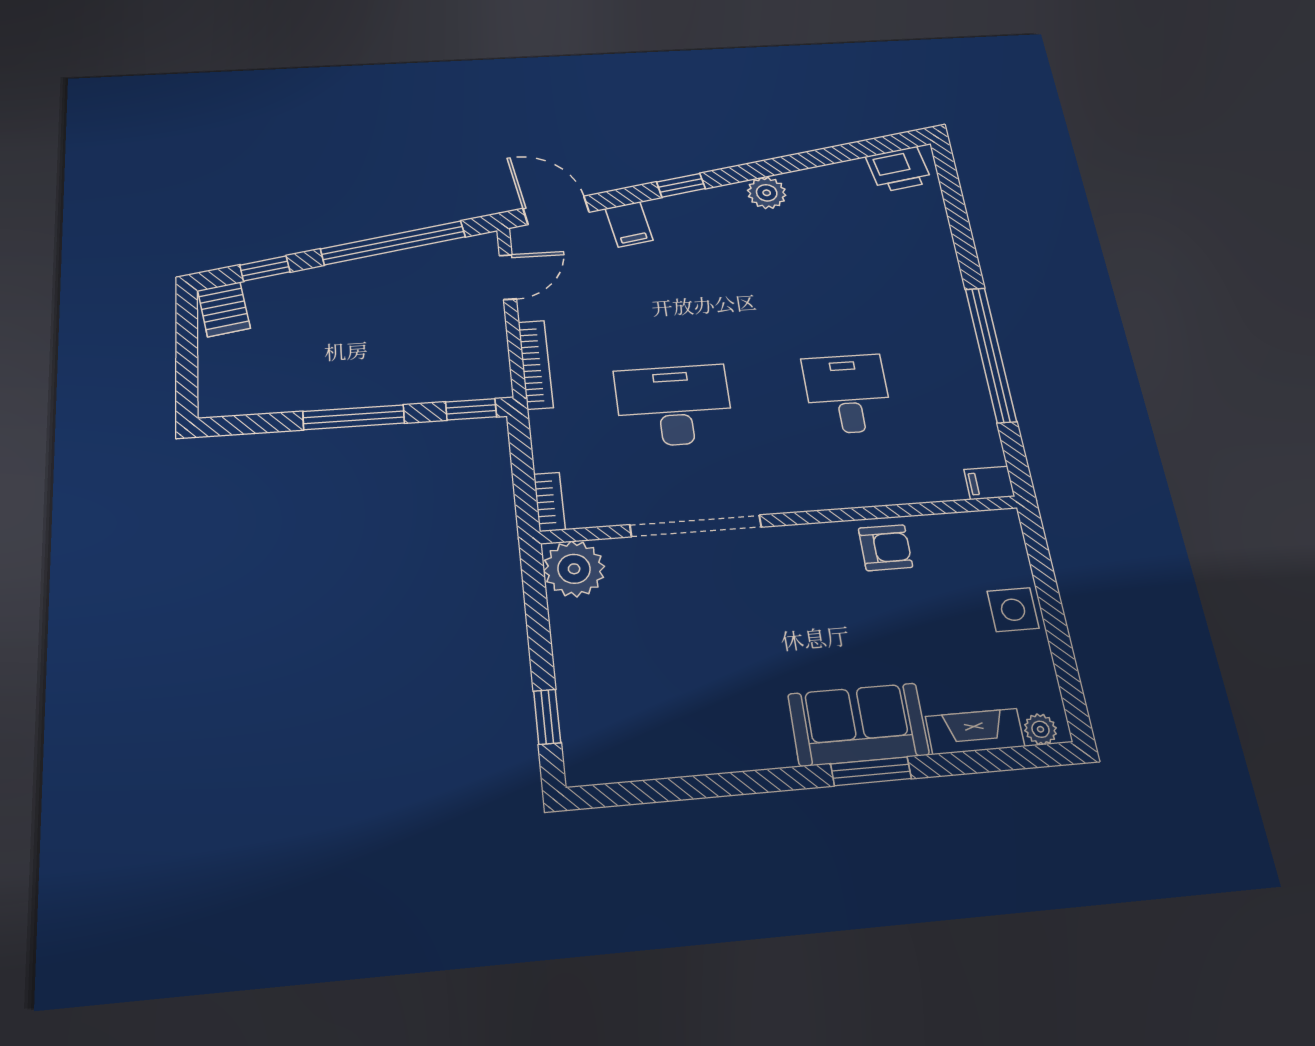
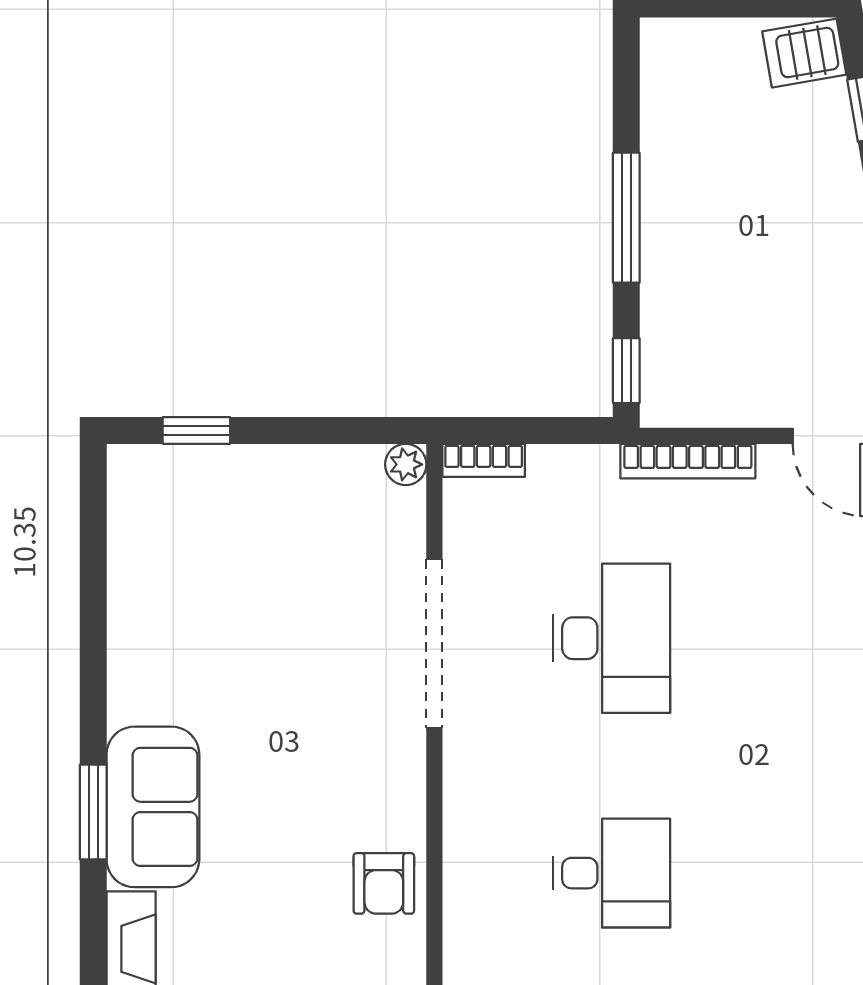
plant: (574, 569) -> (406, 464), width x0.53, depth x0.53

